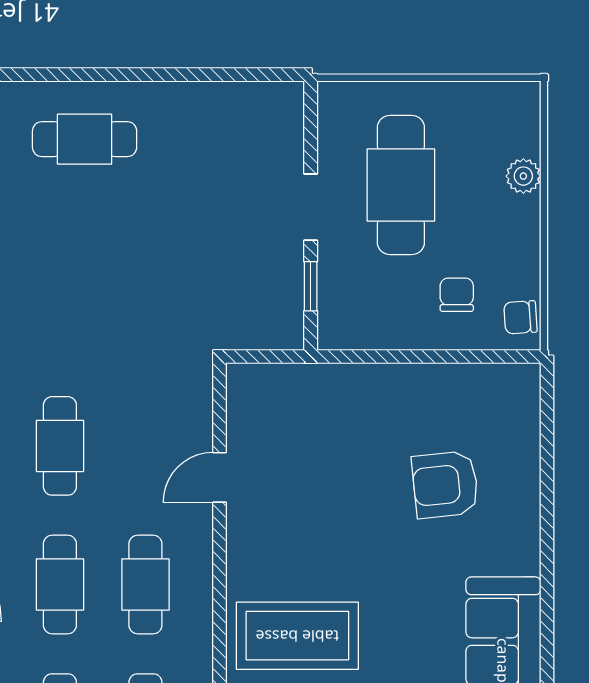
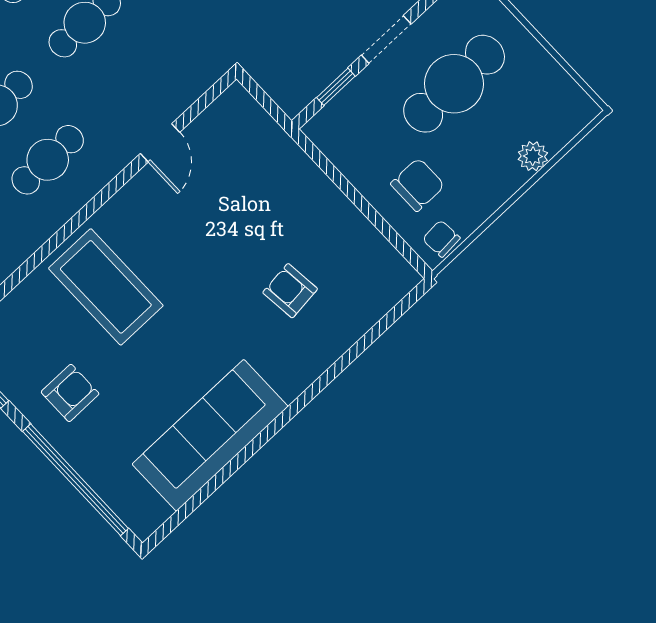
chair: (457, 295) -> (418, 185), width x1.37, depth x1.37
door: (220, 477) -> (160, 143), swing flipped
armchair: (445, 485) -> (290, 291), width x0.72, depth x0.72

